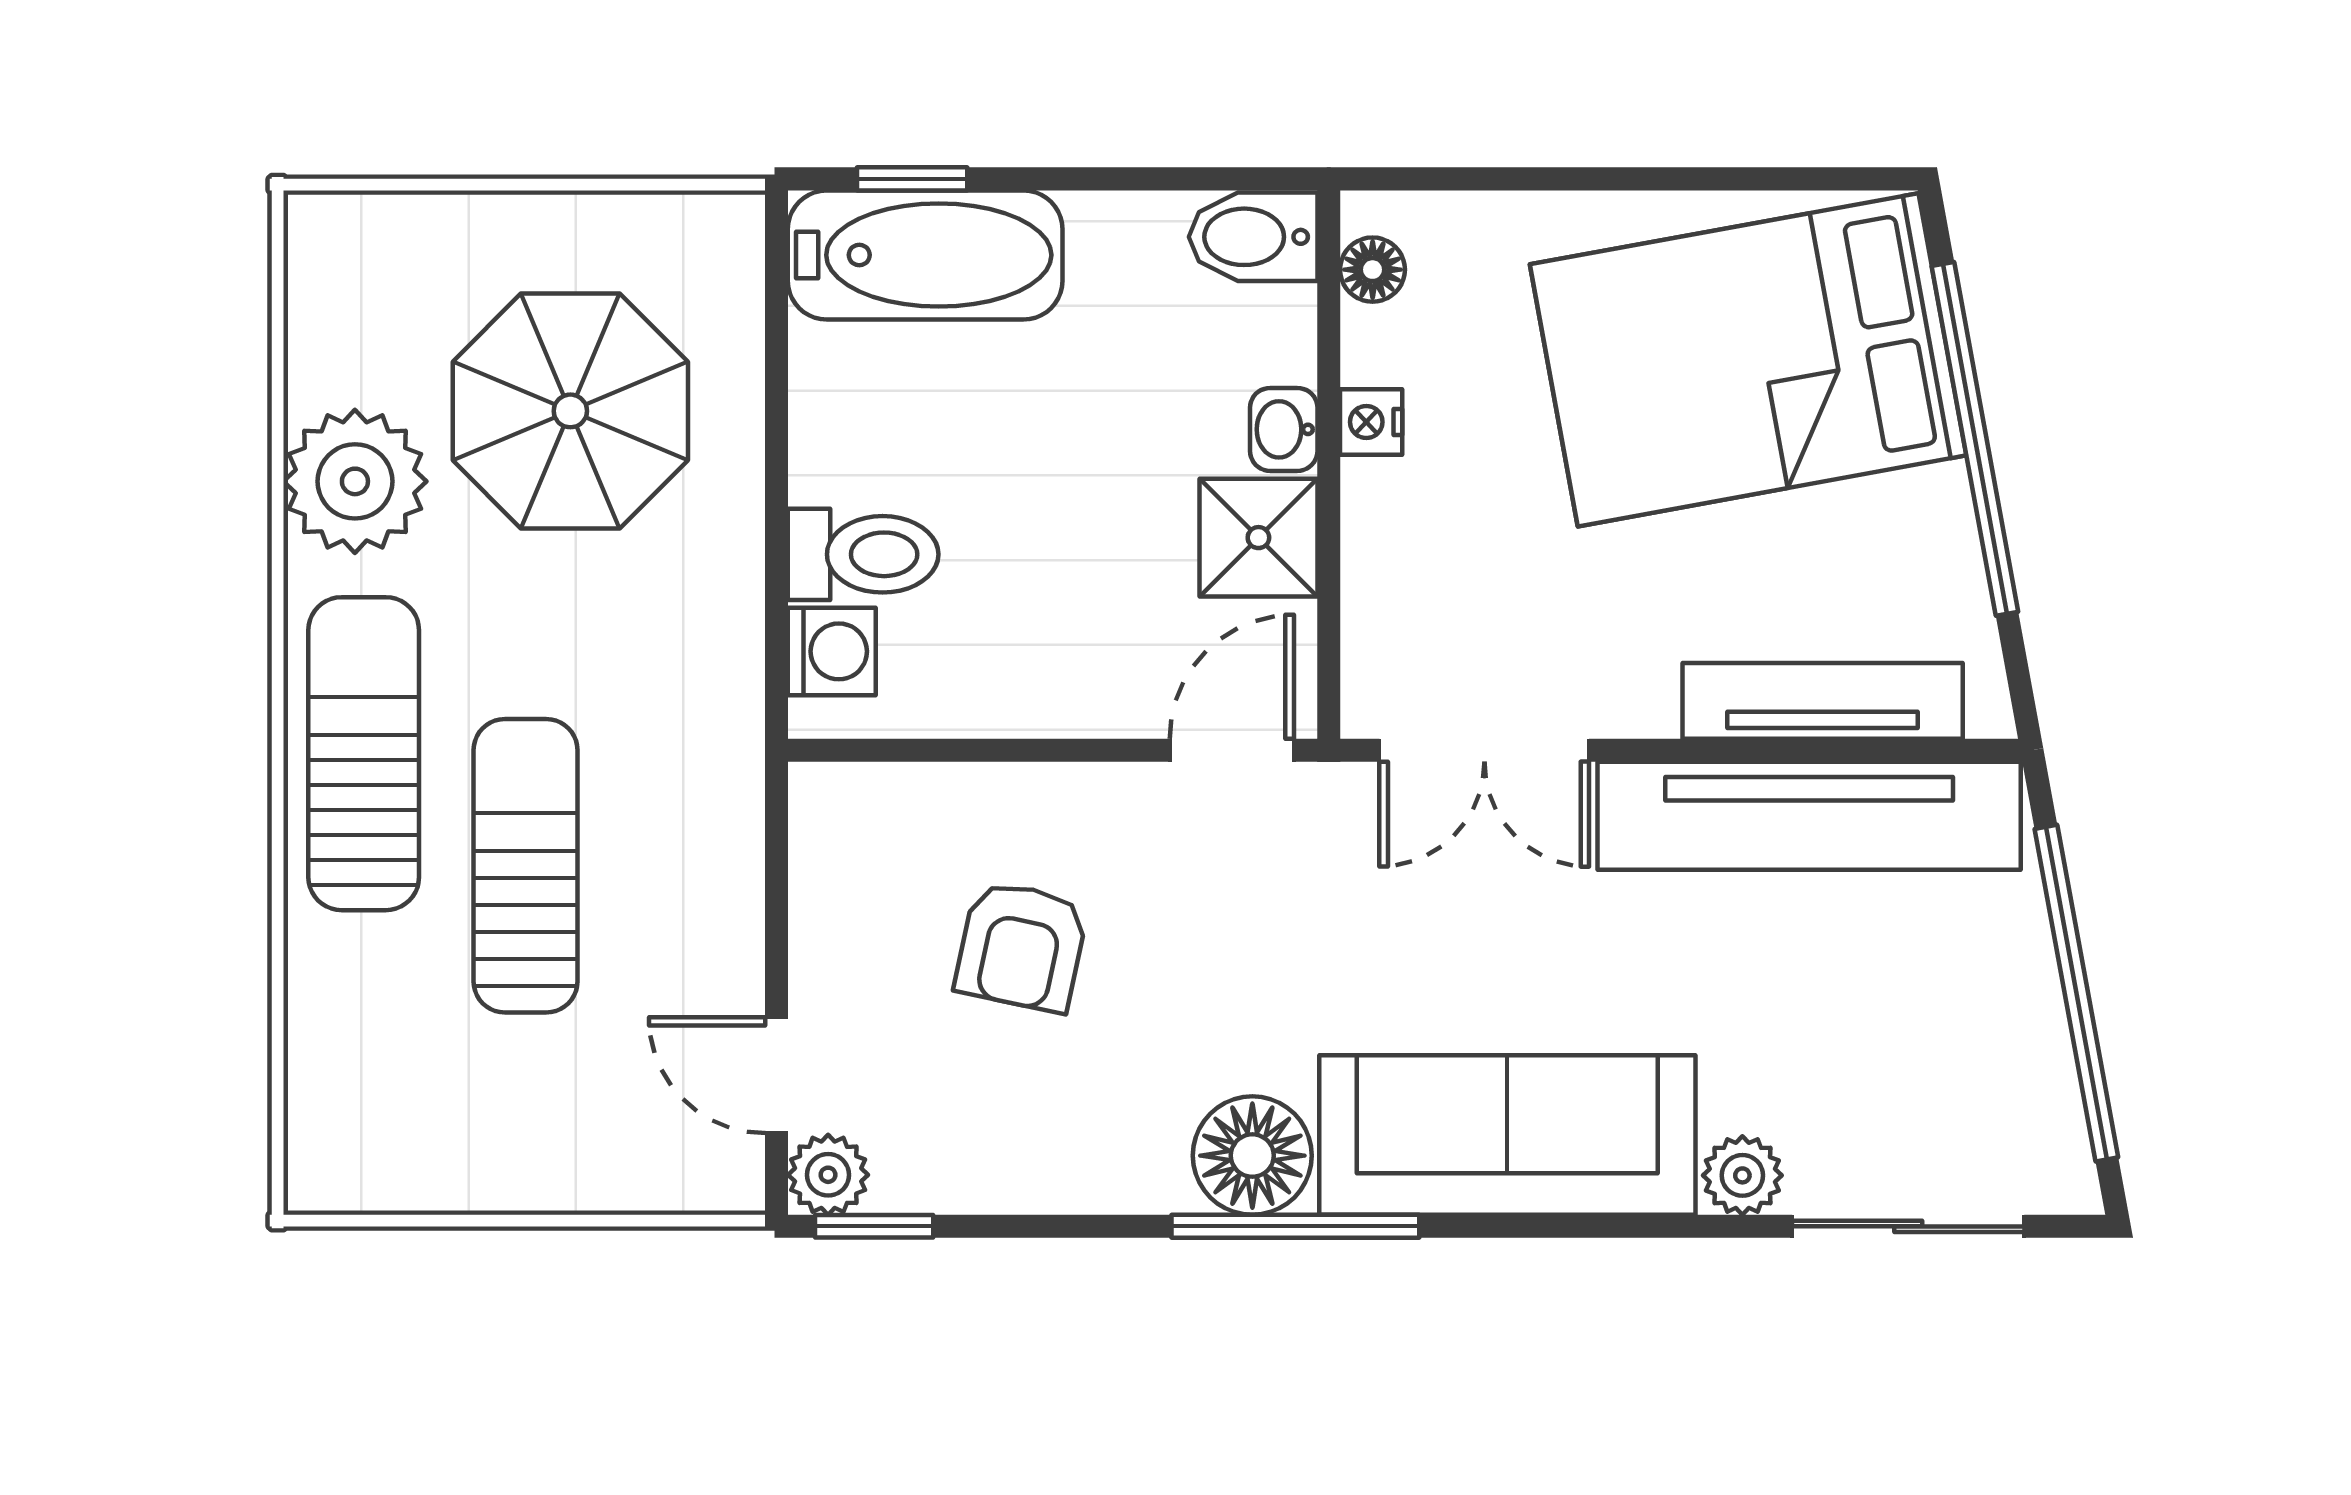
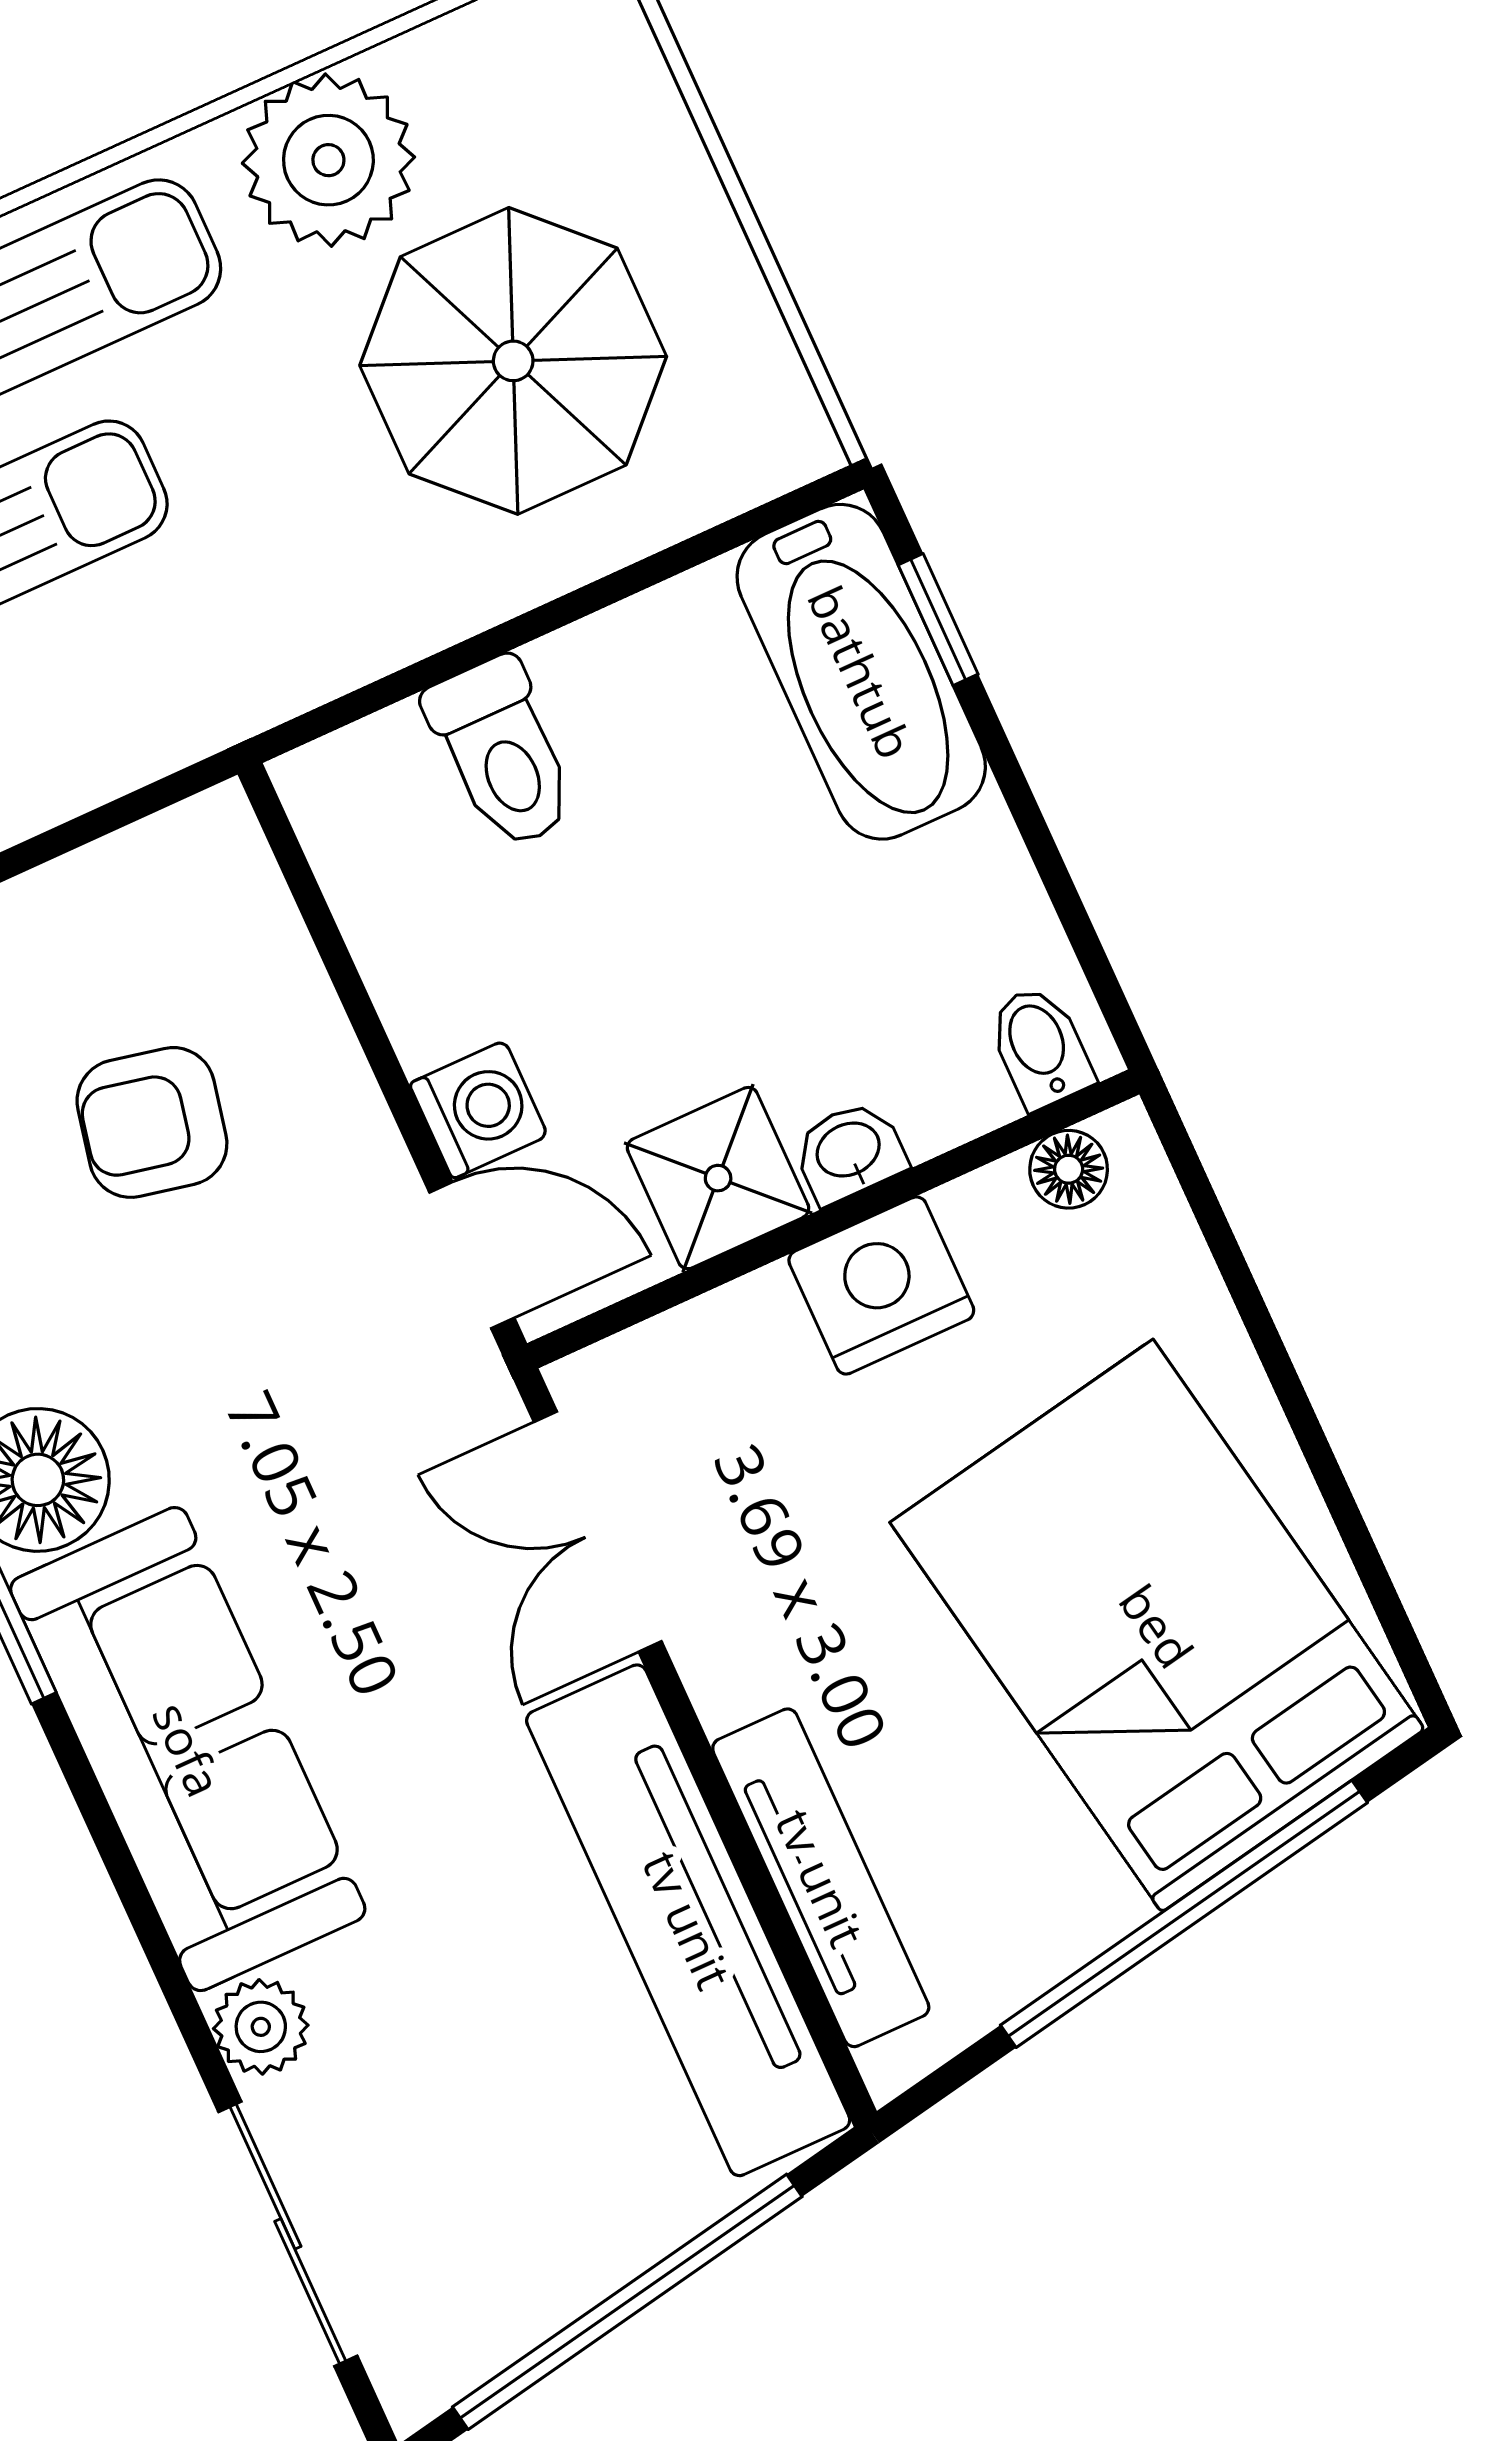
bidet: (1253, 237) -> (1040, 1047), width x0.72, depth x0.74
nightstand: (1371, 422) -> (881, 1285), width x1.89, depth x1.79
washing machine: (832, 651) -> (479, 1110), moved, turned -90

